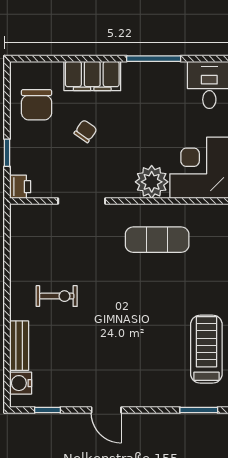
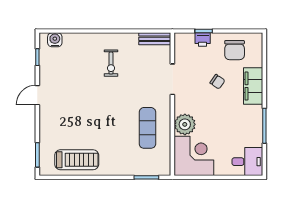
chair: (37, 105) -> (235, 50), turned -90
printer: (20, 187) -> (203, 40), moved
bench: (19, 346) -> (155, 39), moved

